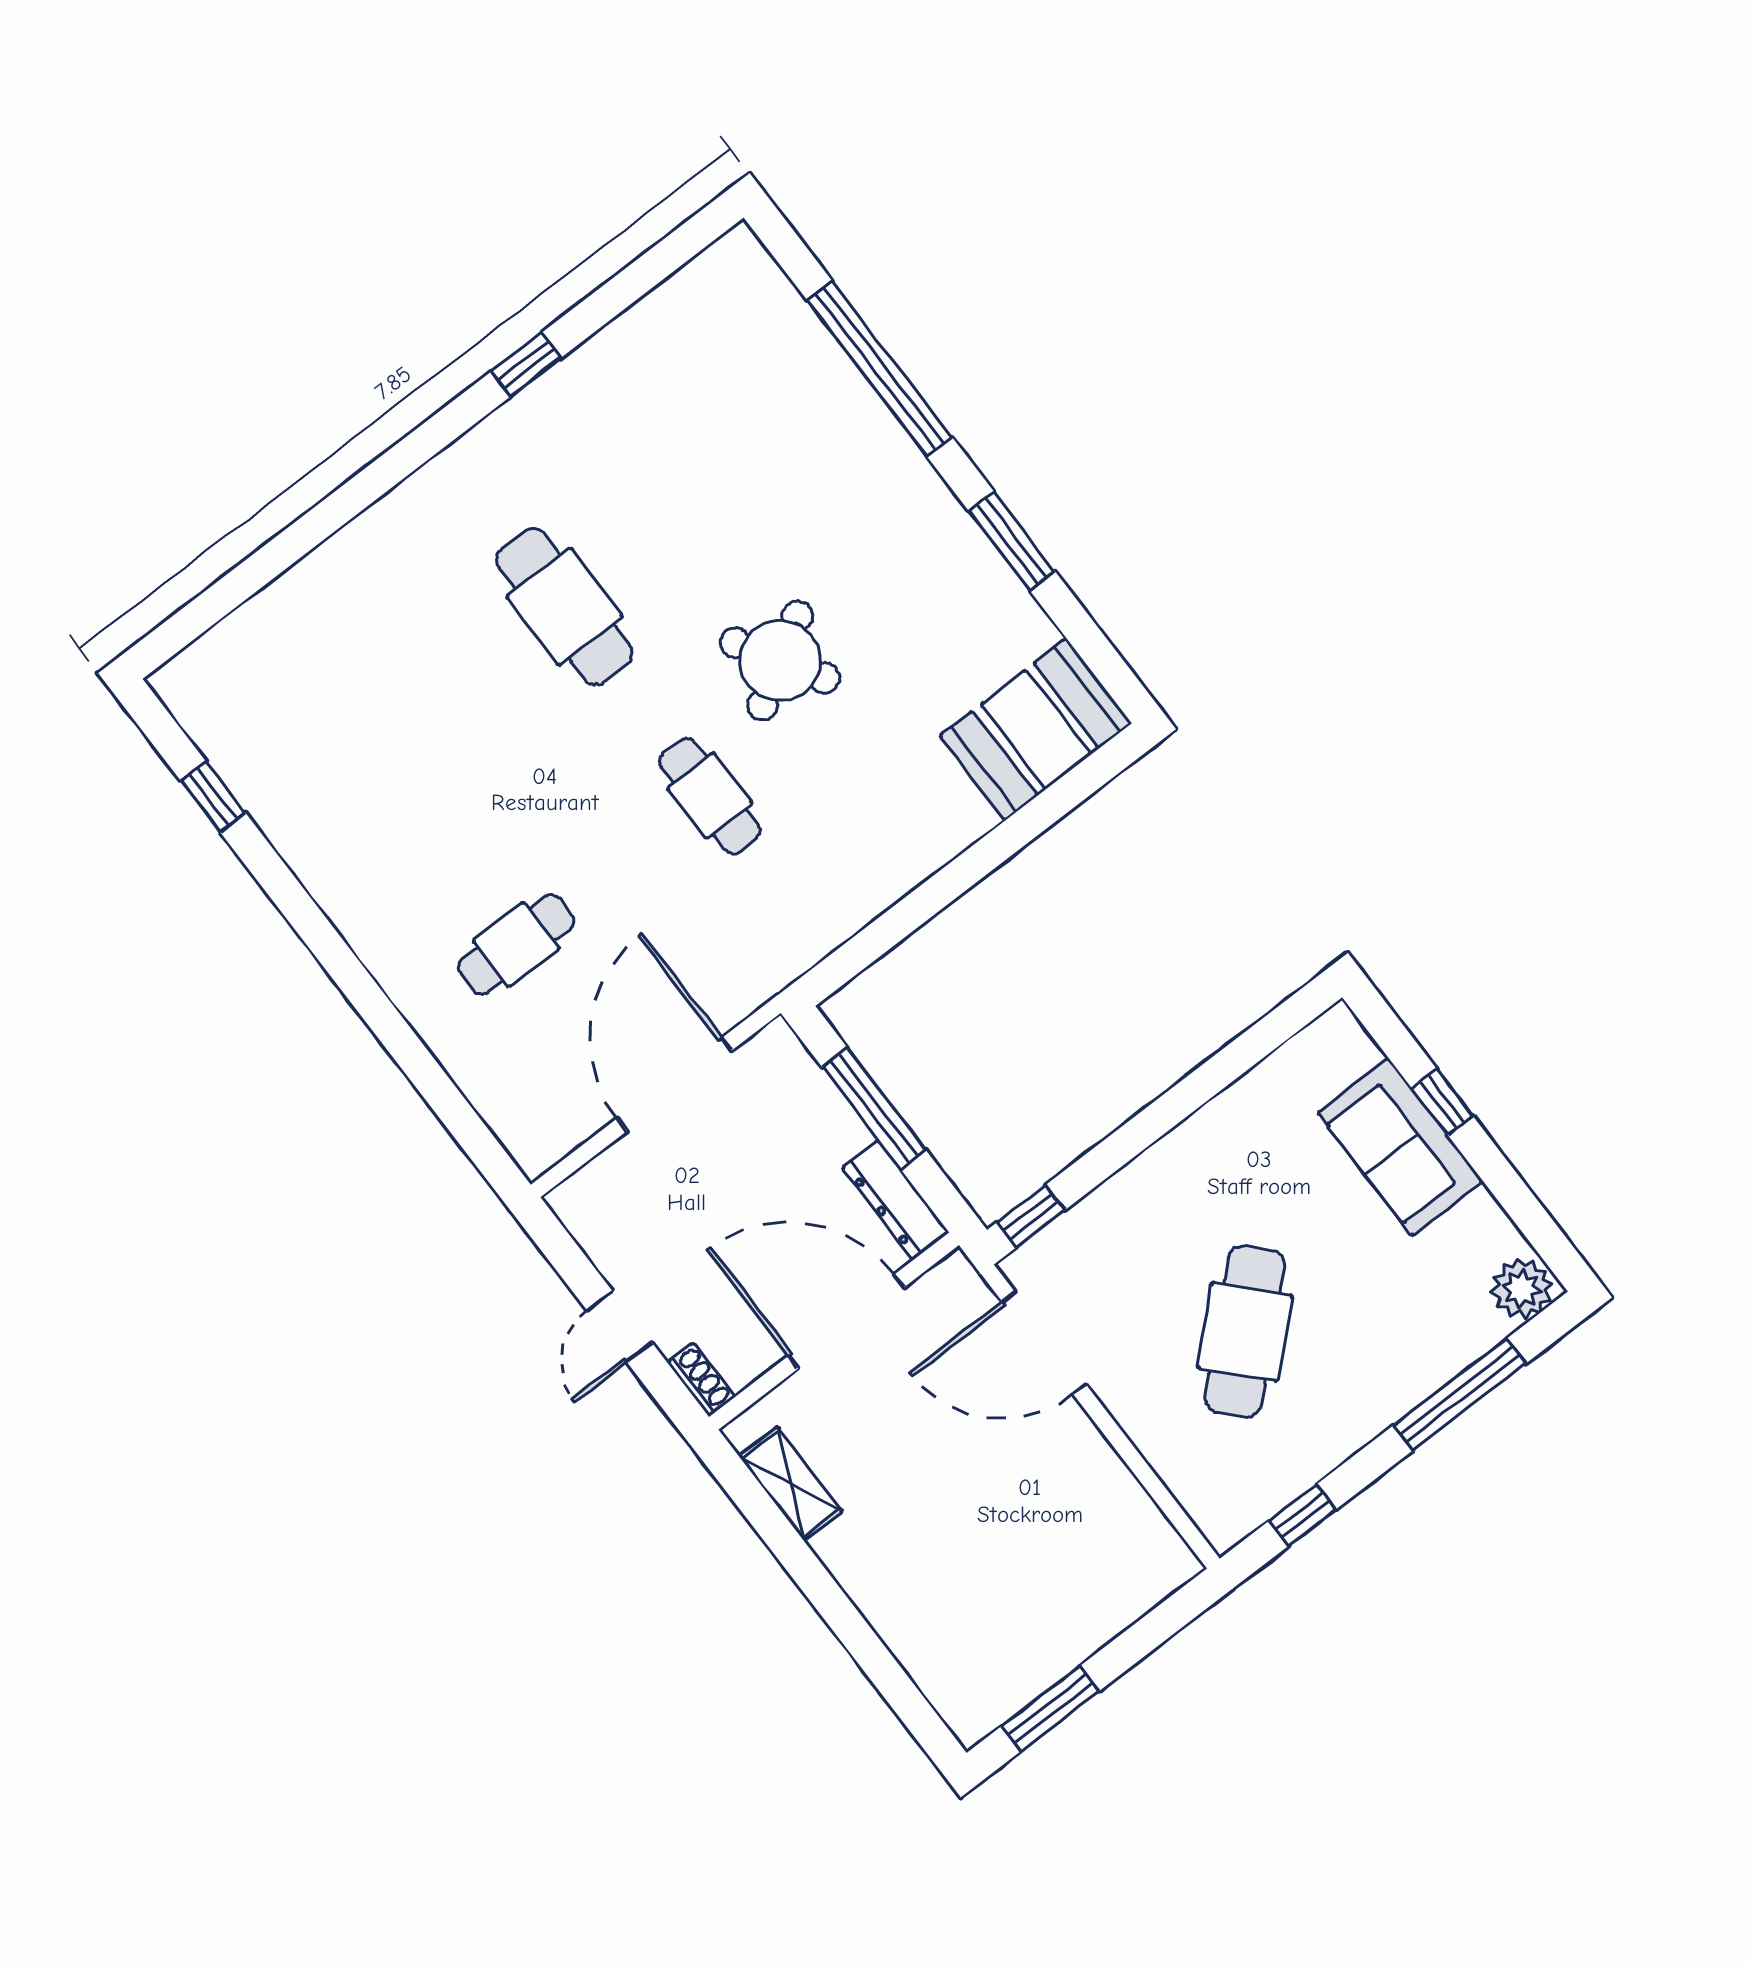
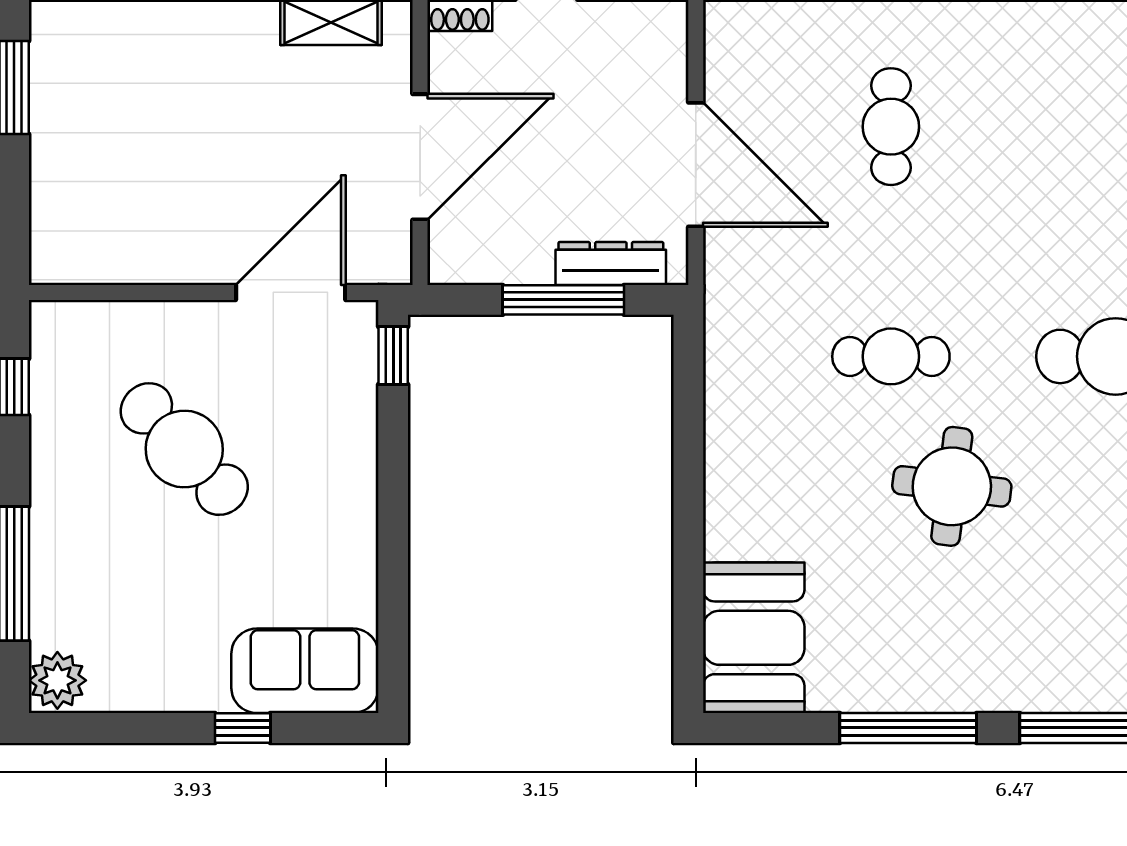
window: (1012, 541) -> (908, 728), width x1.44
round table: (780, 660) -> (952, 486), turned 38
sofa: (1400, 1147) -> (305, 671), moved
dresser: (896, 1200) -> (611, 264), moved

